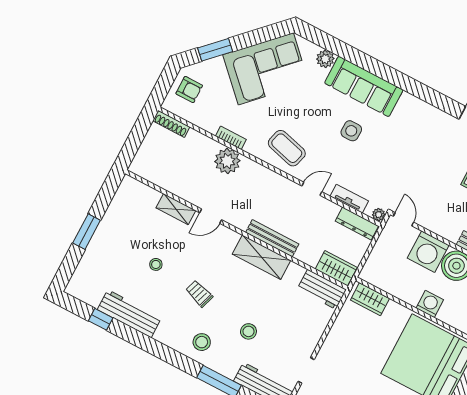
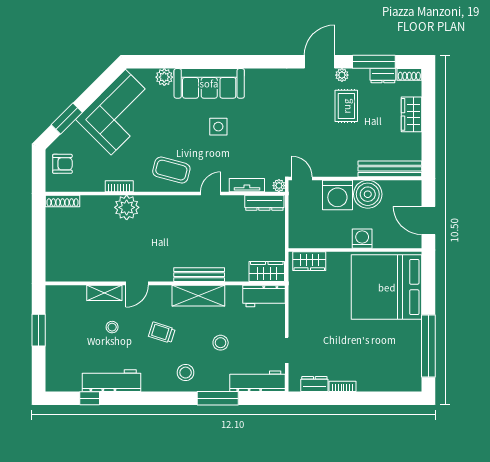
shelving: (176, 209) -> (104, 293), moved
door: (211, 216) -> (137, 283), moved
wall: (237, 230) -> (165, 283), moved
bench: (272, 238) -> (199, 275), moved
shelving: (261, 257) -> (198, 296), moved
wardrobe: (336, 268) -> (267, 272), moved
workbench: (322, 289) -> (264, 296), moved

